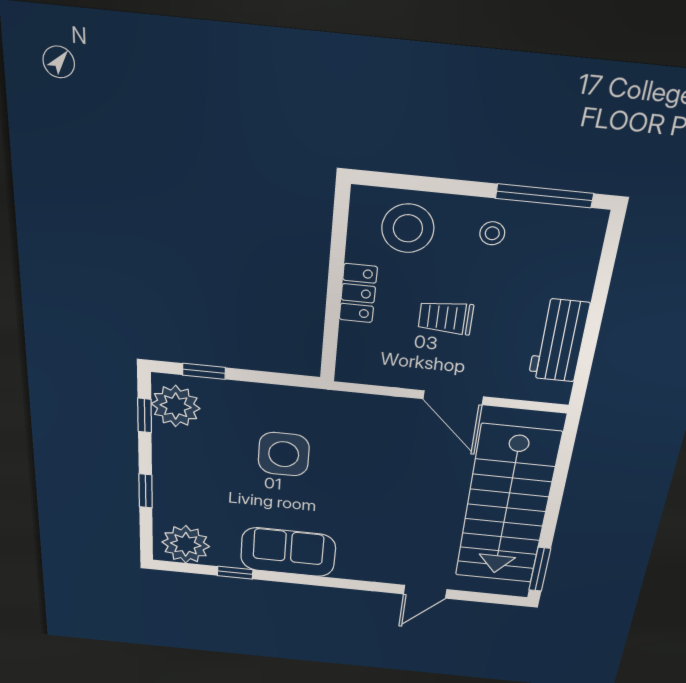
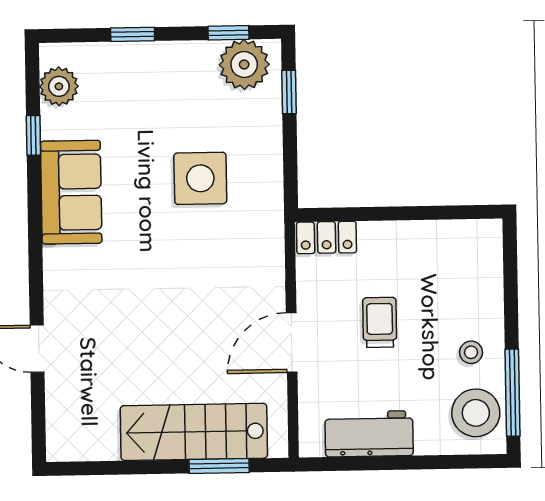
stool: (408, 228) -> (476, 413), moved
locker: (358, 293) -> (326, 237), moved
stairs: (507, 506) -> (194, 432), width x0.73, depth x0.66
plant: (186, 544) -> (59, 86), width x0.73, depth x0.73
window: (540, 569) -> (219, 466), moved

